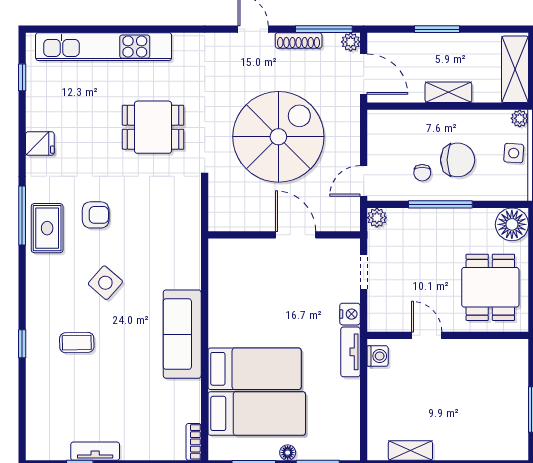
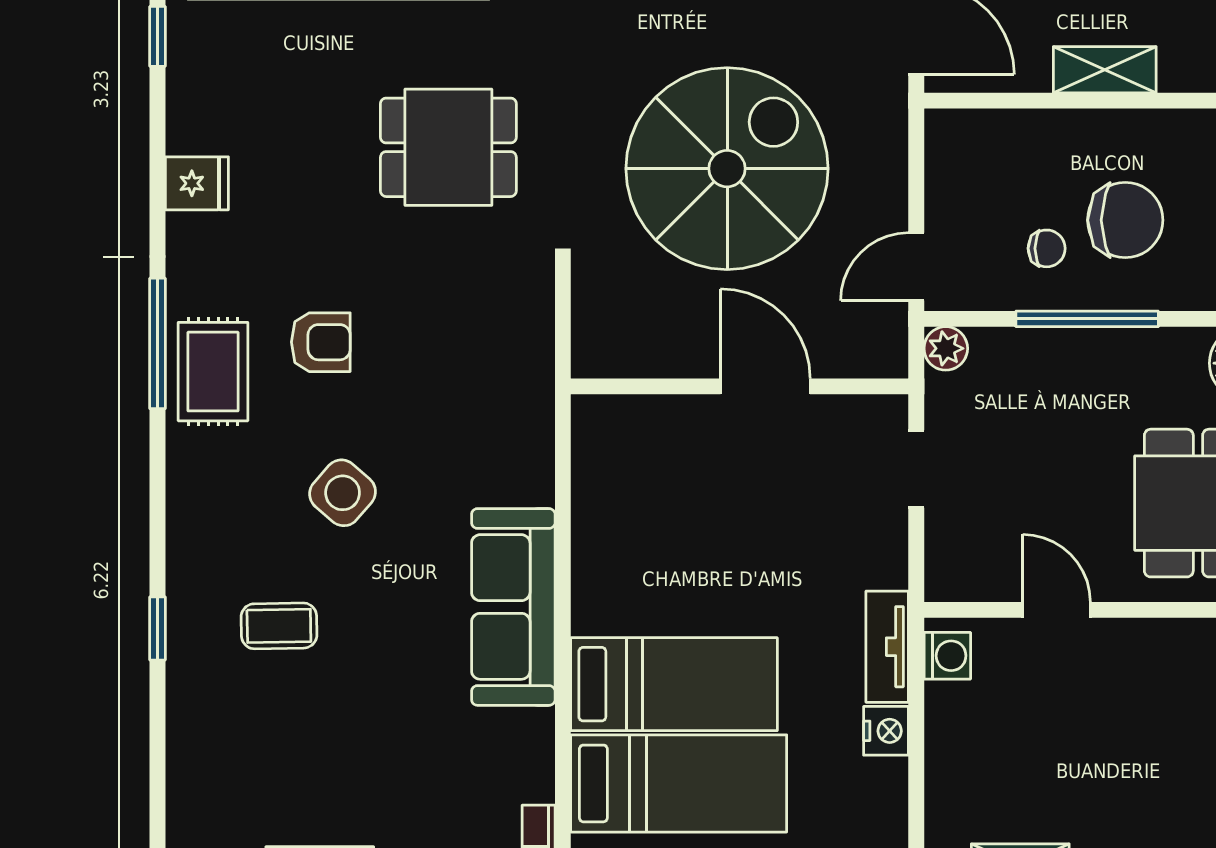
chair: (422, 173) -> (1047, 248), turned -90
nightstand: (350, 314) -> (886, 731), moved

